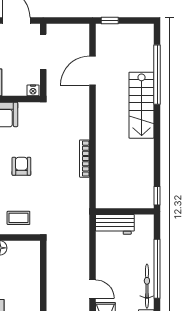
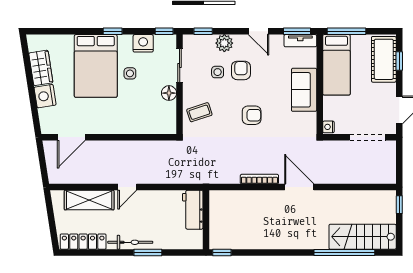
door: (92, 71) -> (299, 187), moved
stairs: (142, 105) -> (363, 237), moved
coffee table: (18, 218) -> (199, 112), turned 72
window: (157, 269) -> (148, 252), width x0.47

